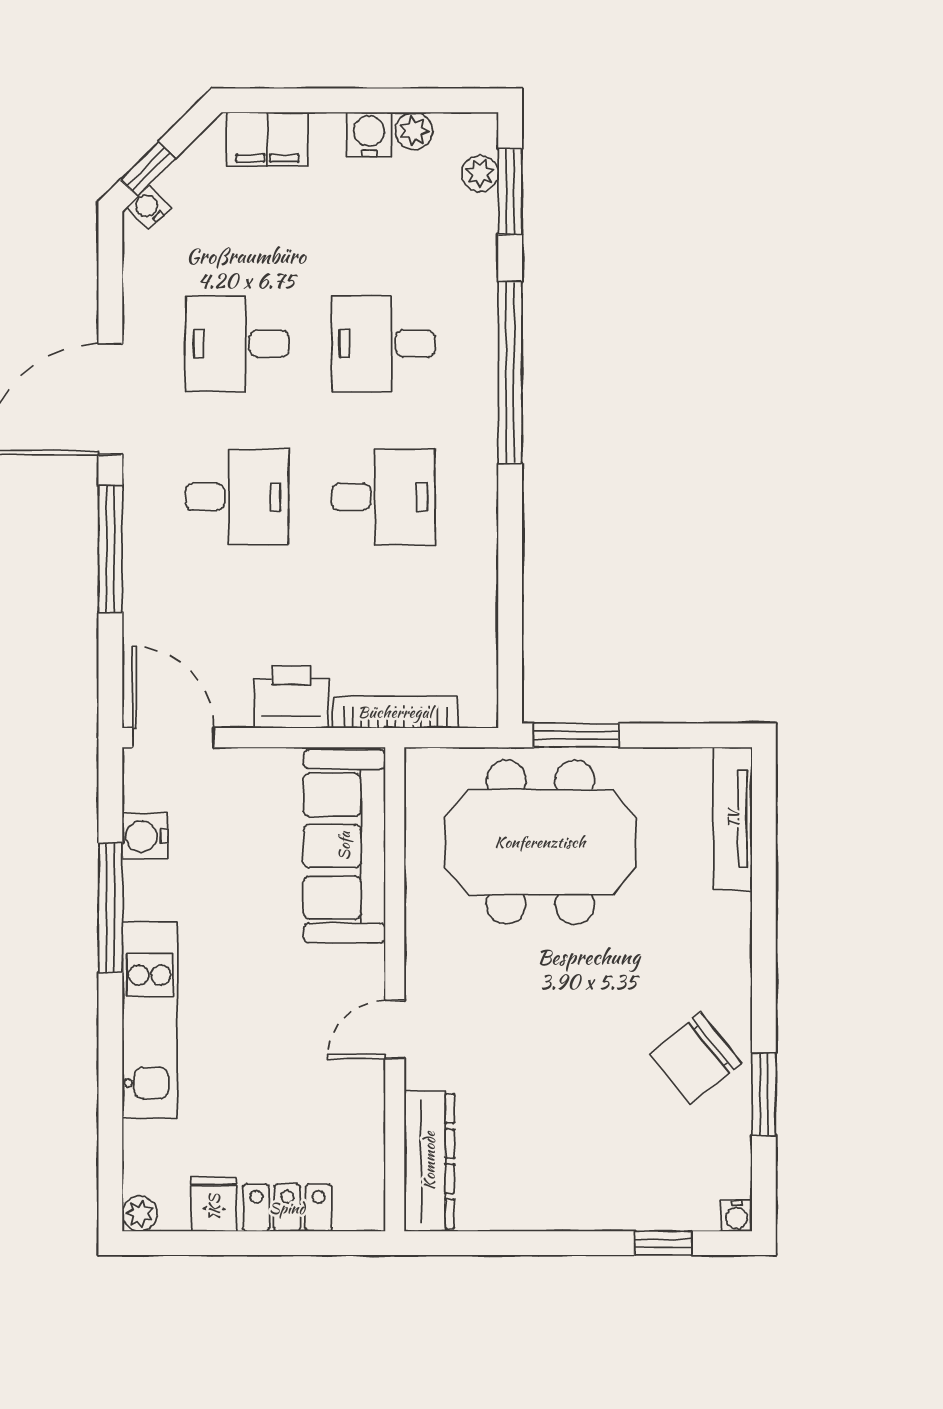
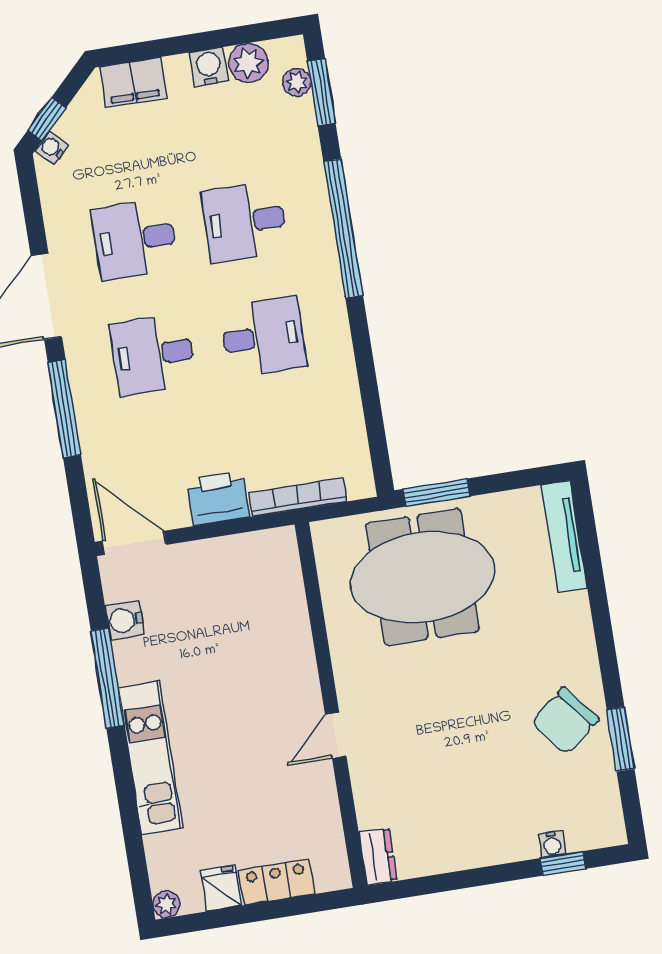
plant: (414, 131) -> (248, 63), width x1.38, depth x1.38
desk: (237, 497) -> (153, 354), turned 180
sofa: (344, 846) -> (276, 604), removed
dresser: (429, 1161) -> (378, 856), width x0.51, depth x0.80
water cooler: (737, 1216) -> (552, 844), moved

